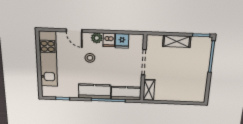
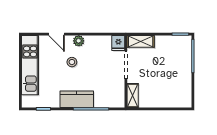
dishwasher: (109, 40) -> (91, 42), removed
fridge: (122, 41) -> (118, 43), moved
shelving: (177, 41) -> (141, 41), moved
kitchen counter: (126, 93) -> (110, 100), removed

